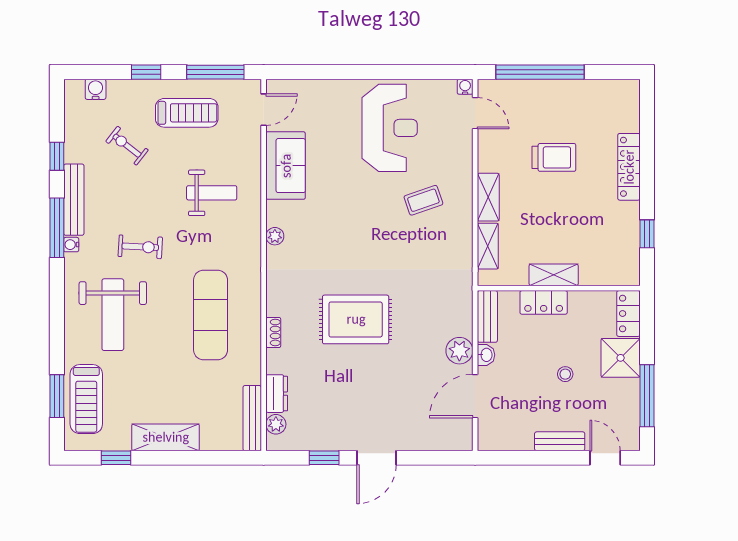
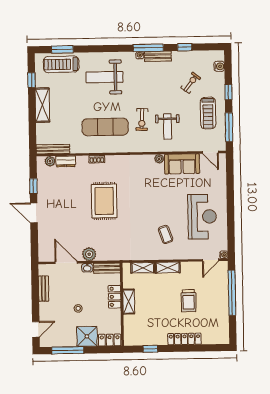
reception desk: (390, 128) -> (202, 217), turned -90
bench: (74, 200) -> (158, 56), width x0.73
plant: (275, 236) -> (159, 159), moved
exercise bike: (140, 247) -> (142, 119), moved
bench: (560, 441) -> (44, 289), moved

